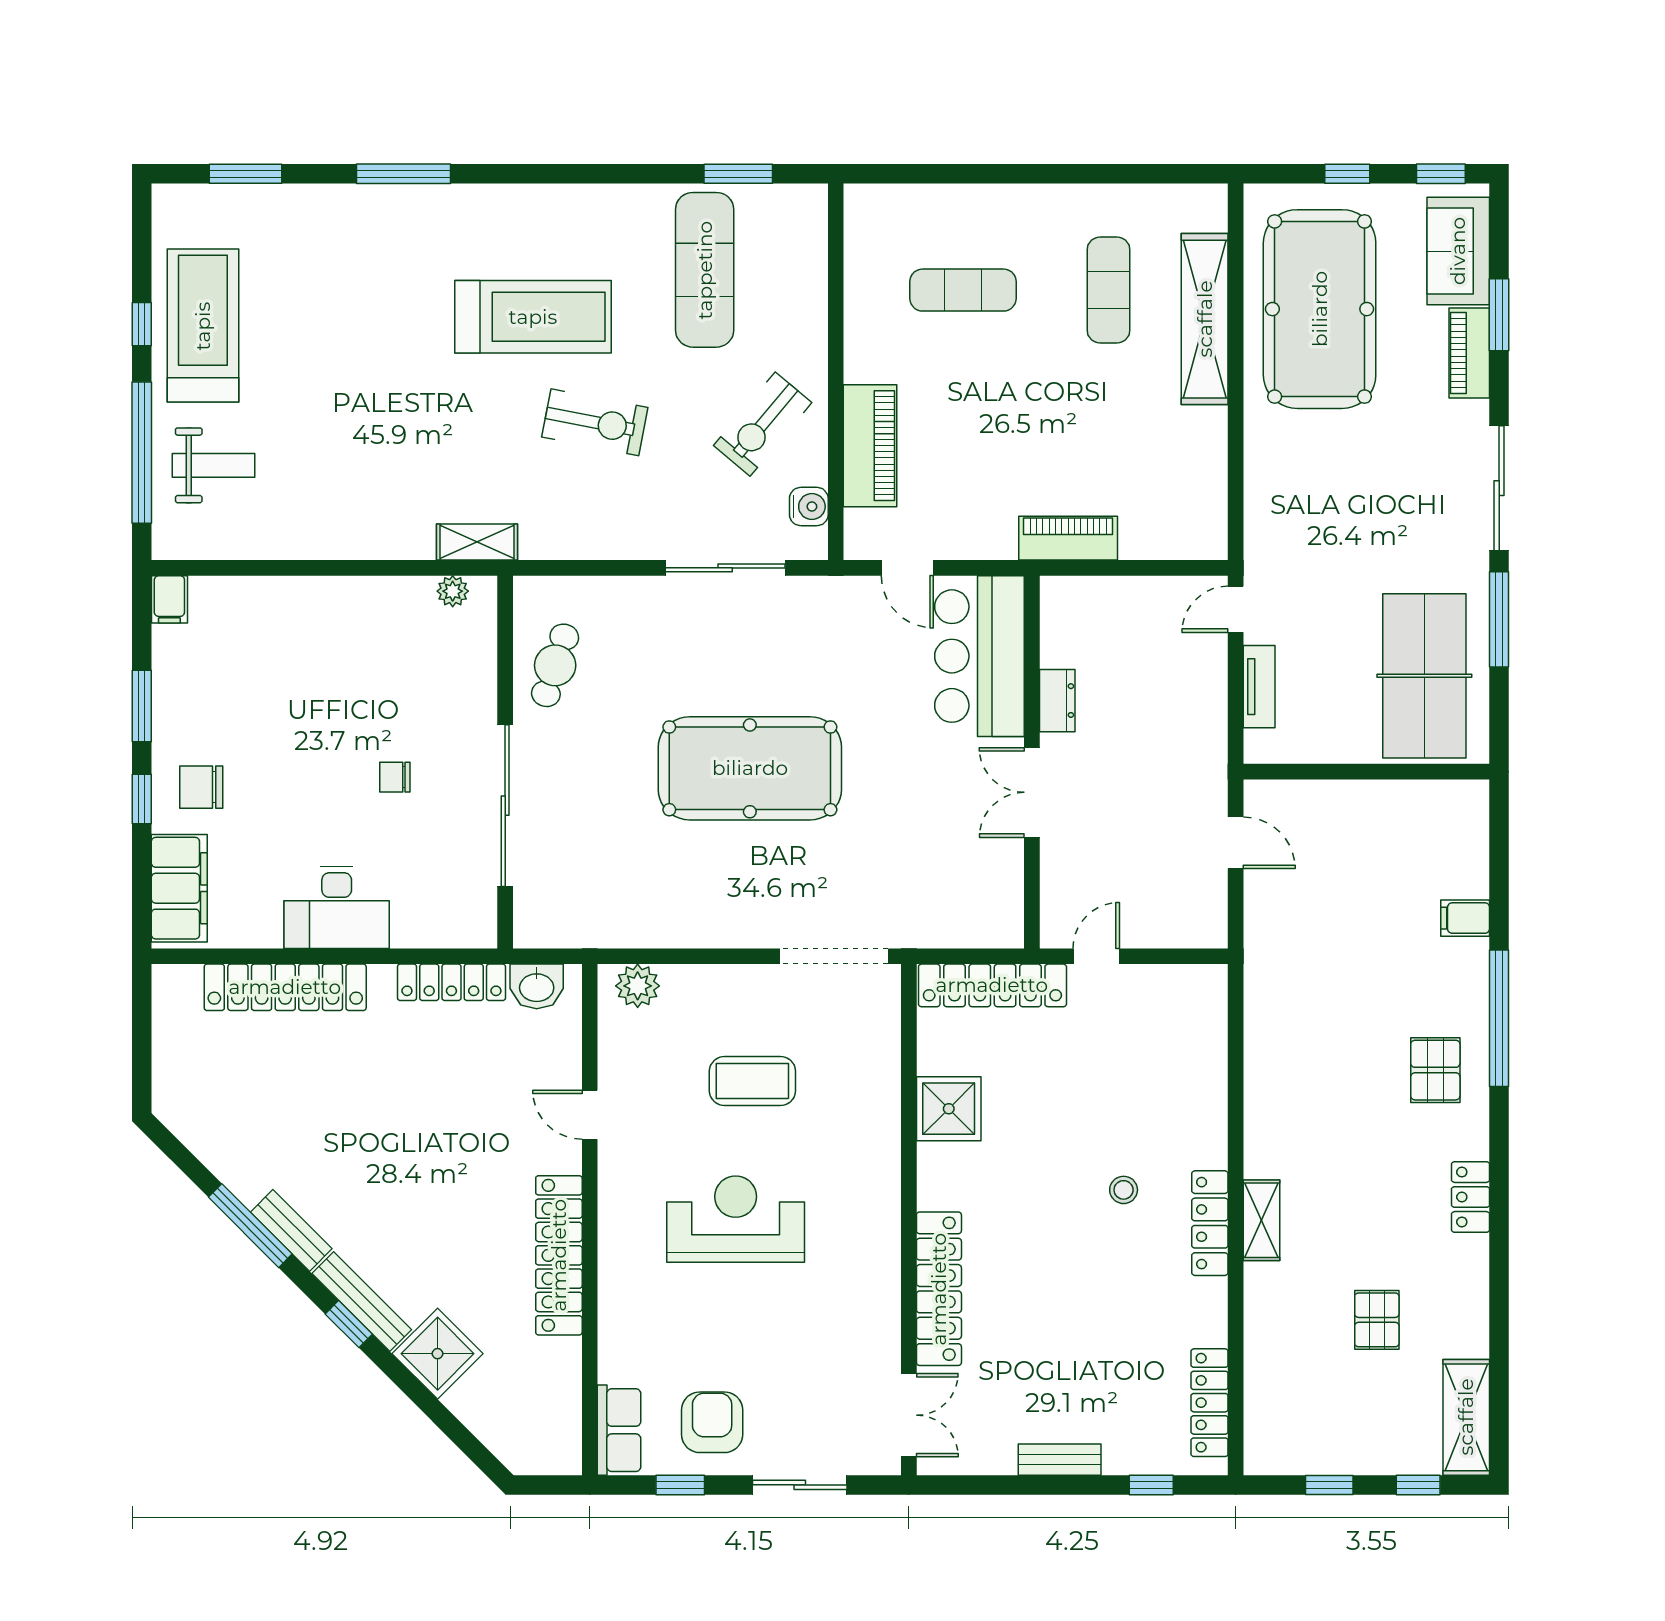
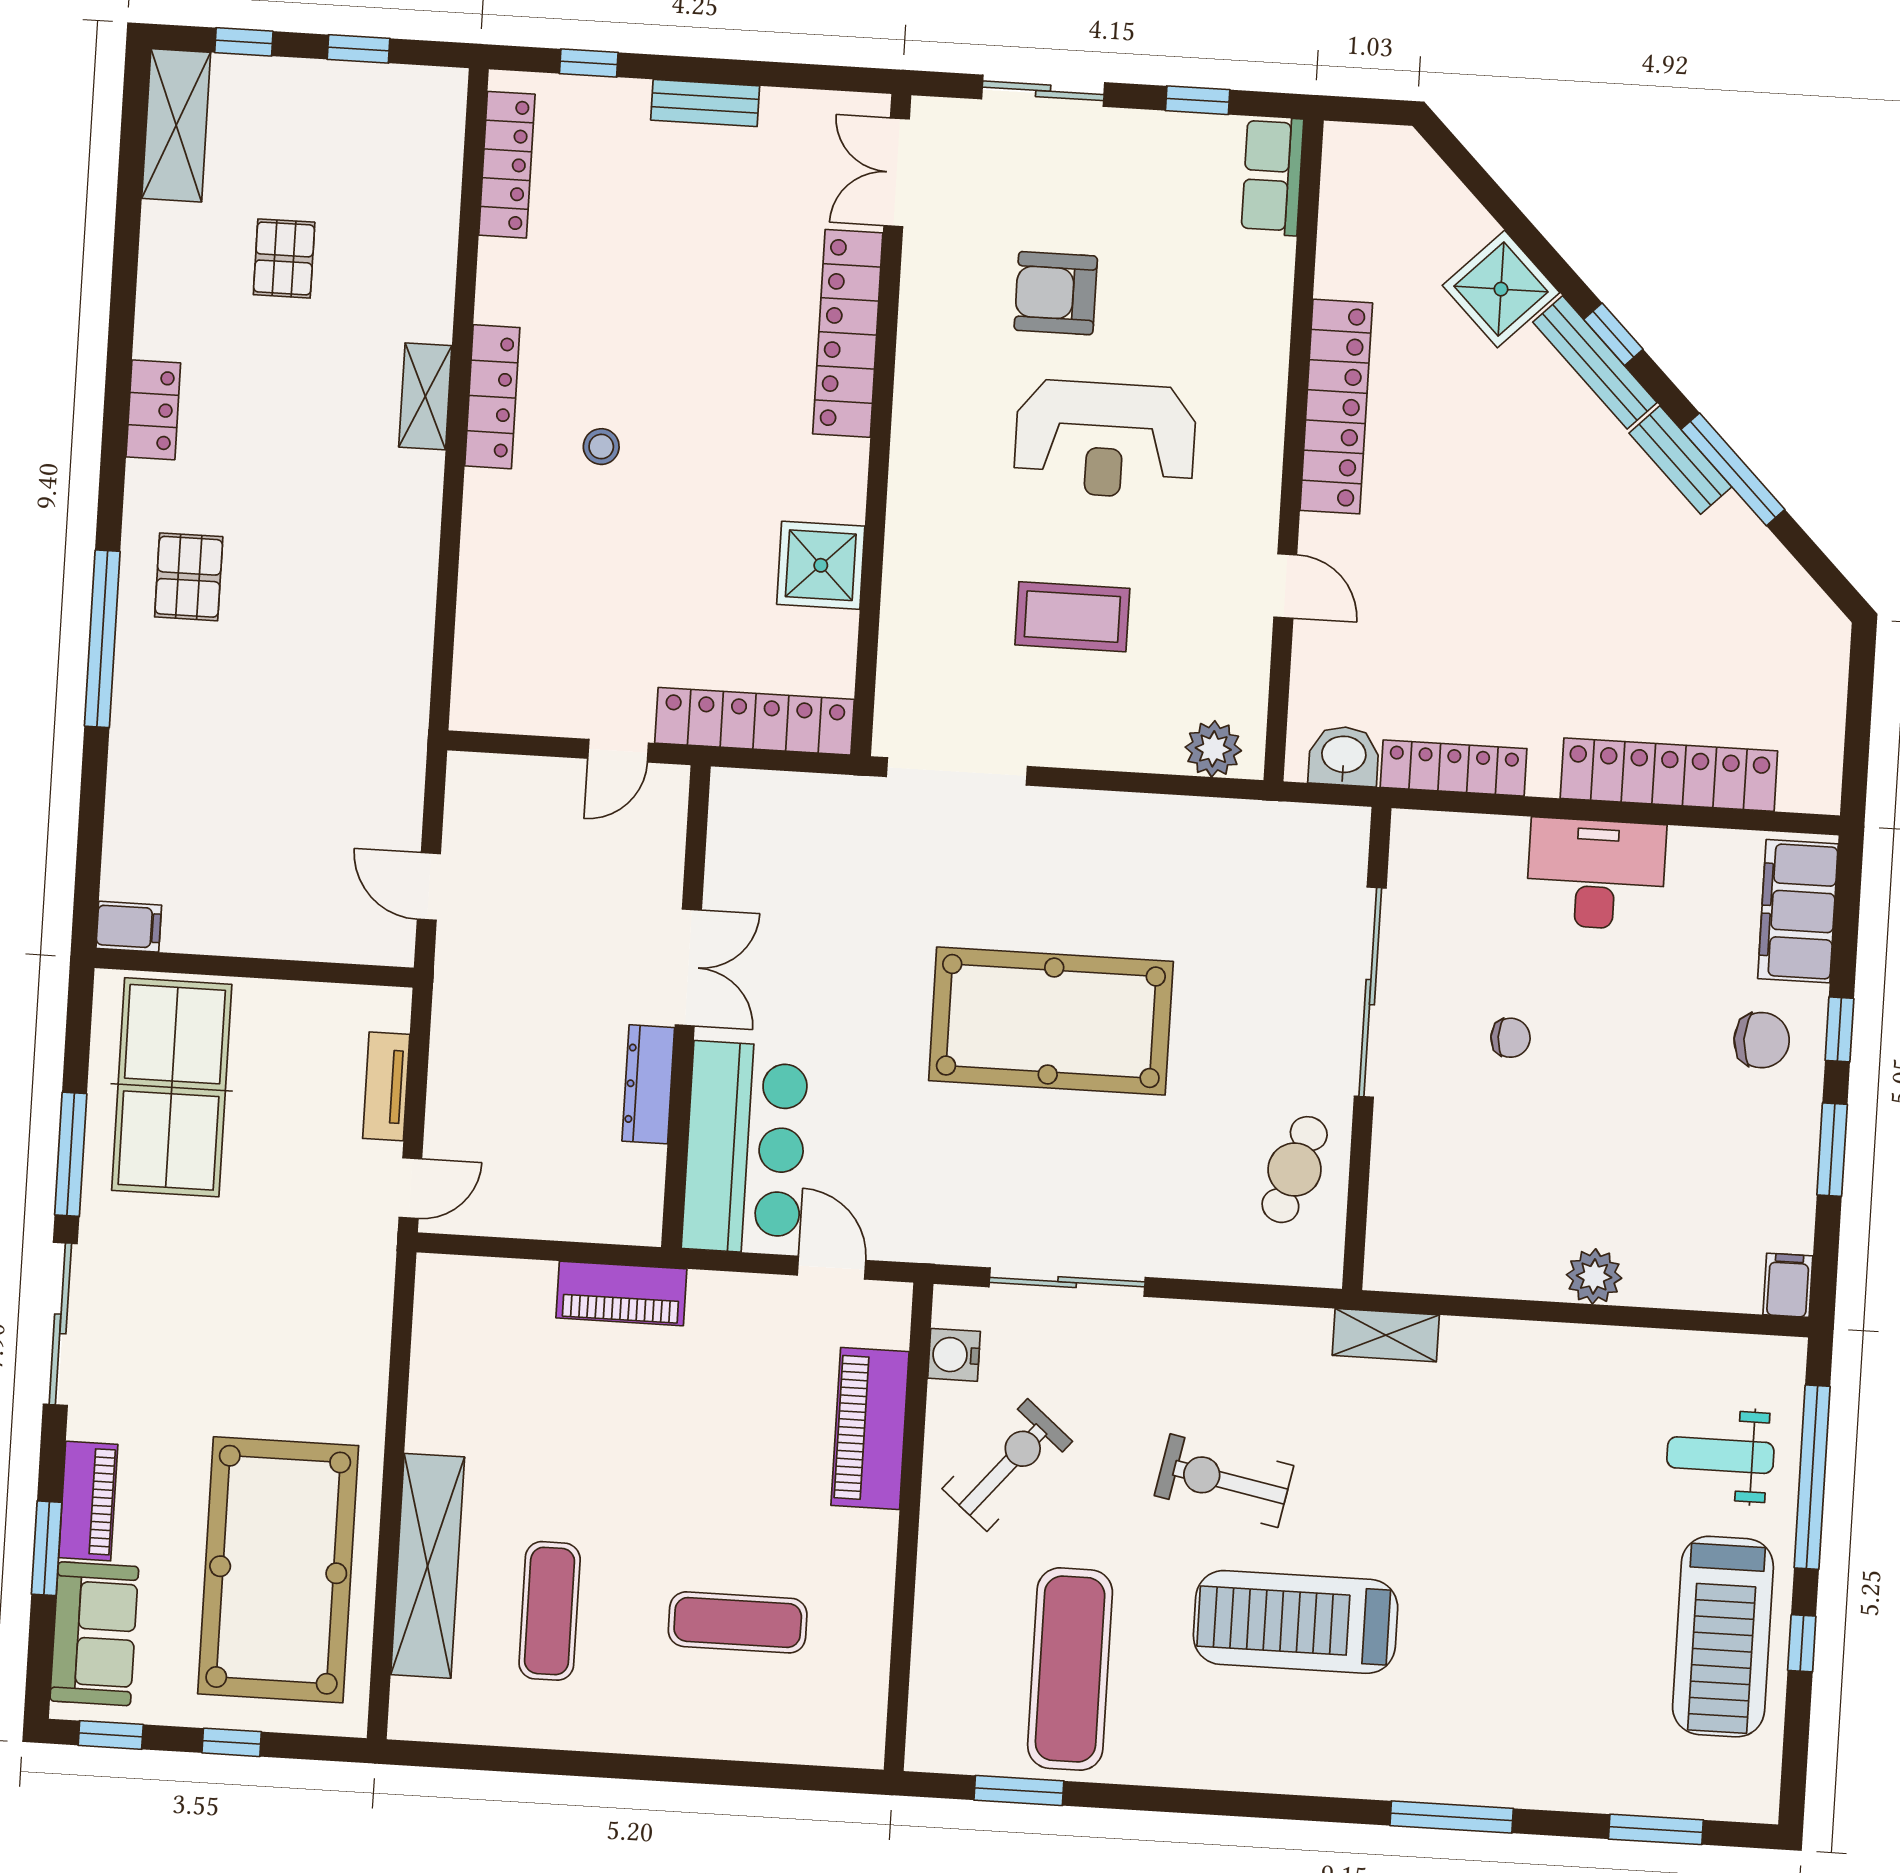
plant: (453, 591) -> (1594, 1276), moved, width x1.38, depth x1.38
dresser: (1057, 701) -> (648, 1084), width x1.44
filing cabinet: (1465, 918) -> (129, 927), moved
armchair: (712, 1422) -> (1056, 293), moved, turned 90

